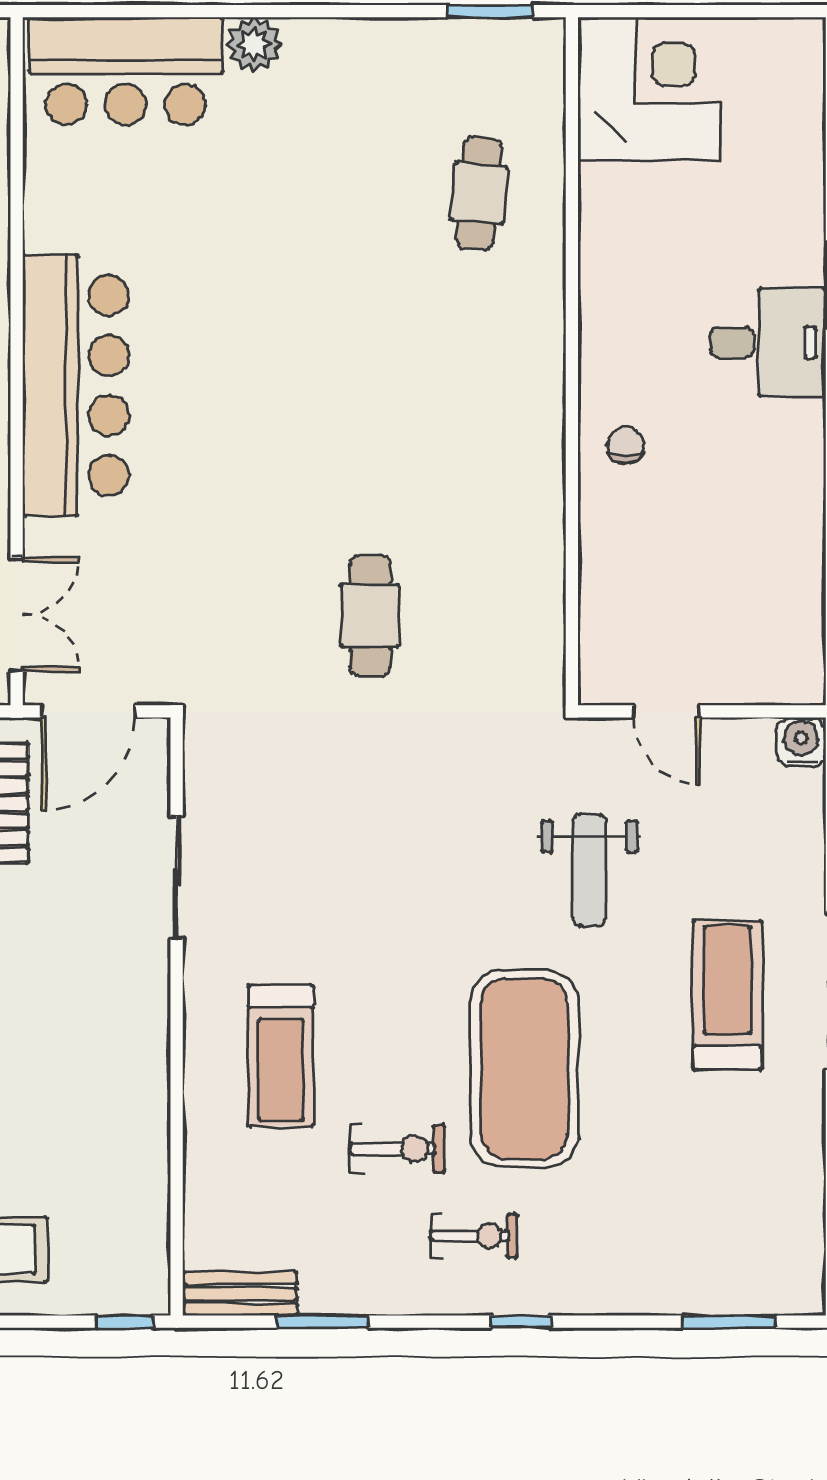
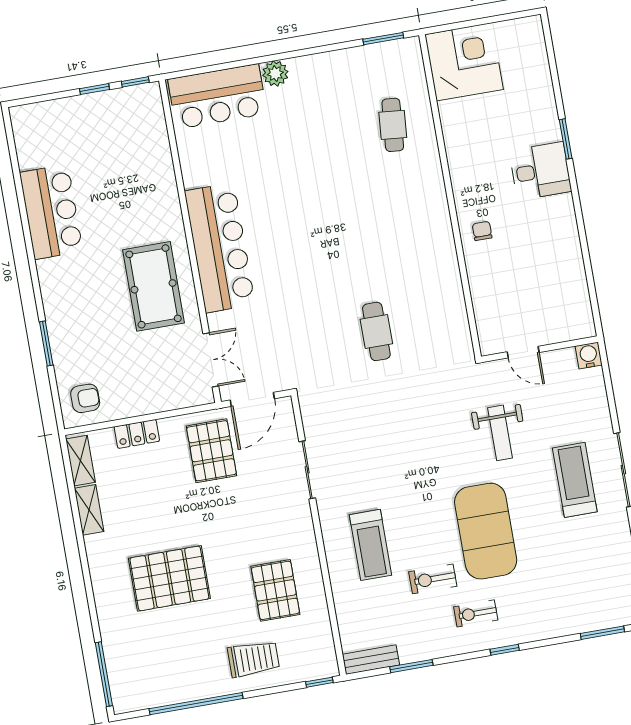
pallet: (67, 1116) -> (275, 590), added
exercise bike: (398, 1149) -> (433, 579), turned 180
exercise bike: (474, 1236) -> (476, 613), turned 180

